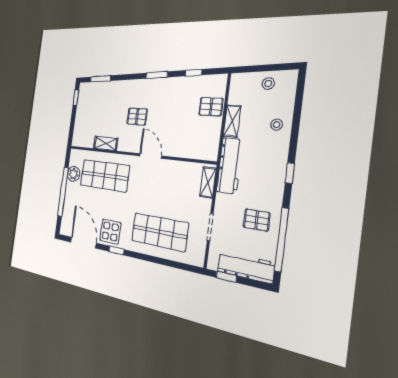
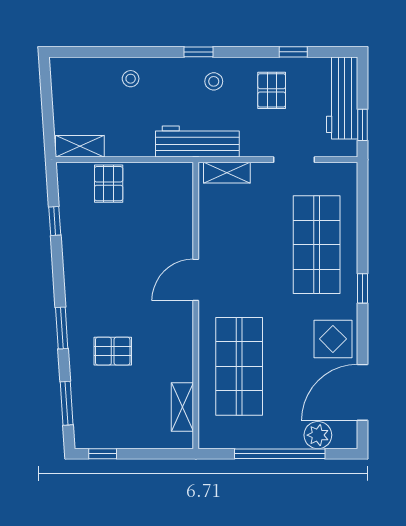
window: (157, 75) -> (62, 328), moved
stool: (268, 84) -> (214, 81), moved
pallet: (137, 117) -> (113, 351), moved, turned 90
shelving: (232, 121) -> (80, 146), moved
shelving: (106, 143) -> (182, 407), moved
plant: (73, 174) -> (318, 435), moved
window: (282, 240) -> (293, 52), width x0.32
window: (117, 250) -> (362, 288), moved

